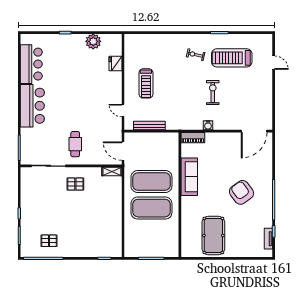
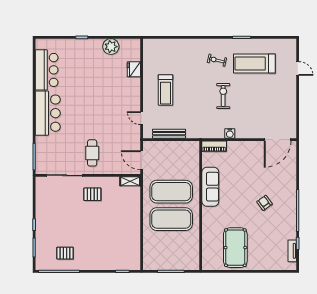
exercise bike: (213, 92) -> (223, 96), moved
armchair: (242, 192) -> (265, 203), width x0.53, depth x0.53

